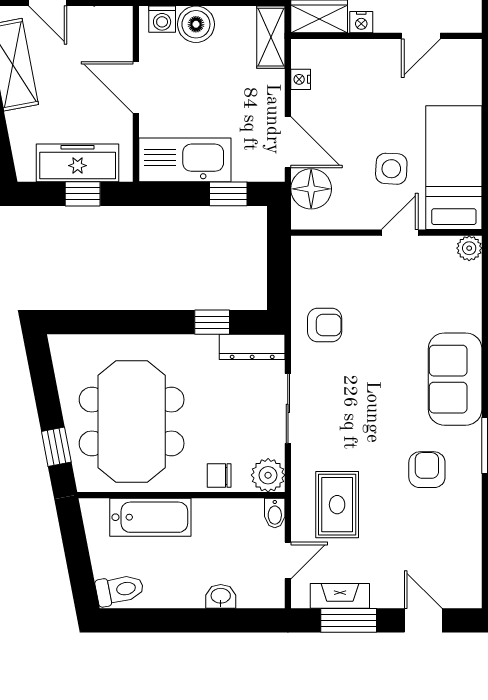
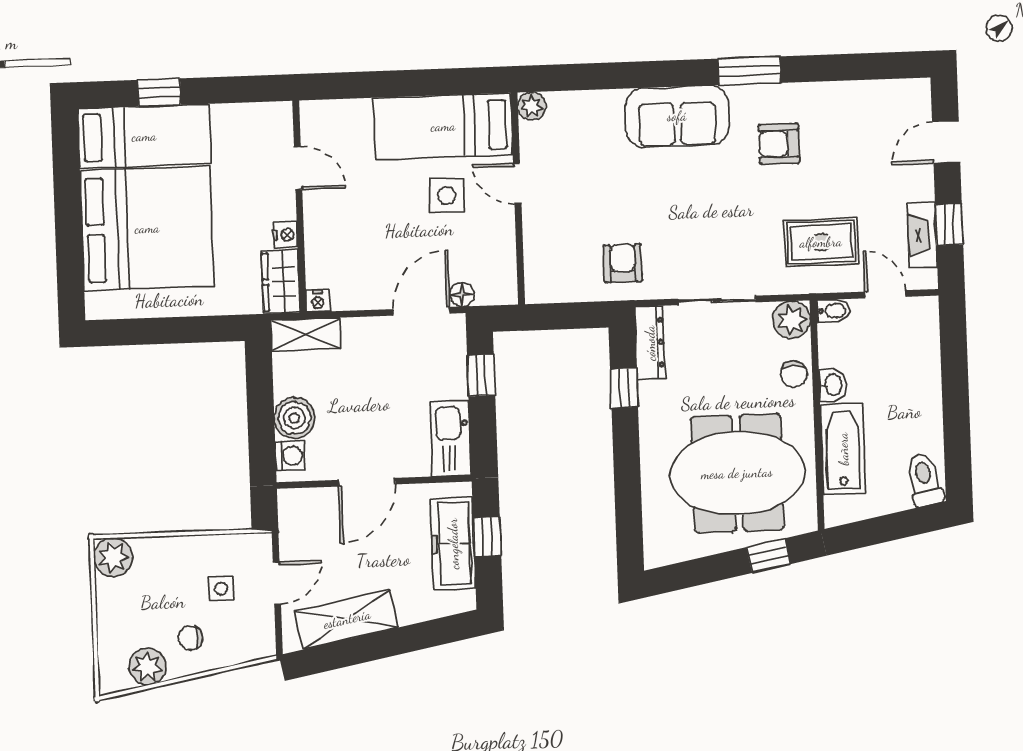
nightstand: (301, 79) -> (318, 301), moved
kitchen sink: (185, 160) -> (451, 438), width x0.73, depth x0.81
floor lamp: (311, 189) -> (462, 295), width x0.53, depth x0.53
washbasin: (221, 596) -> (833, 385), moved, turned 180
window: (349, 620) -> (949, 224), width x0.67

